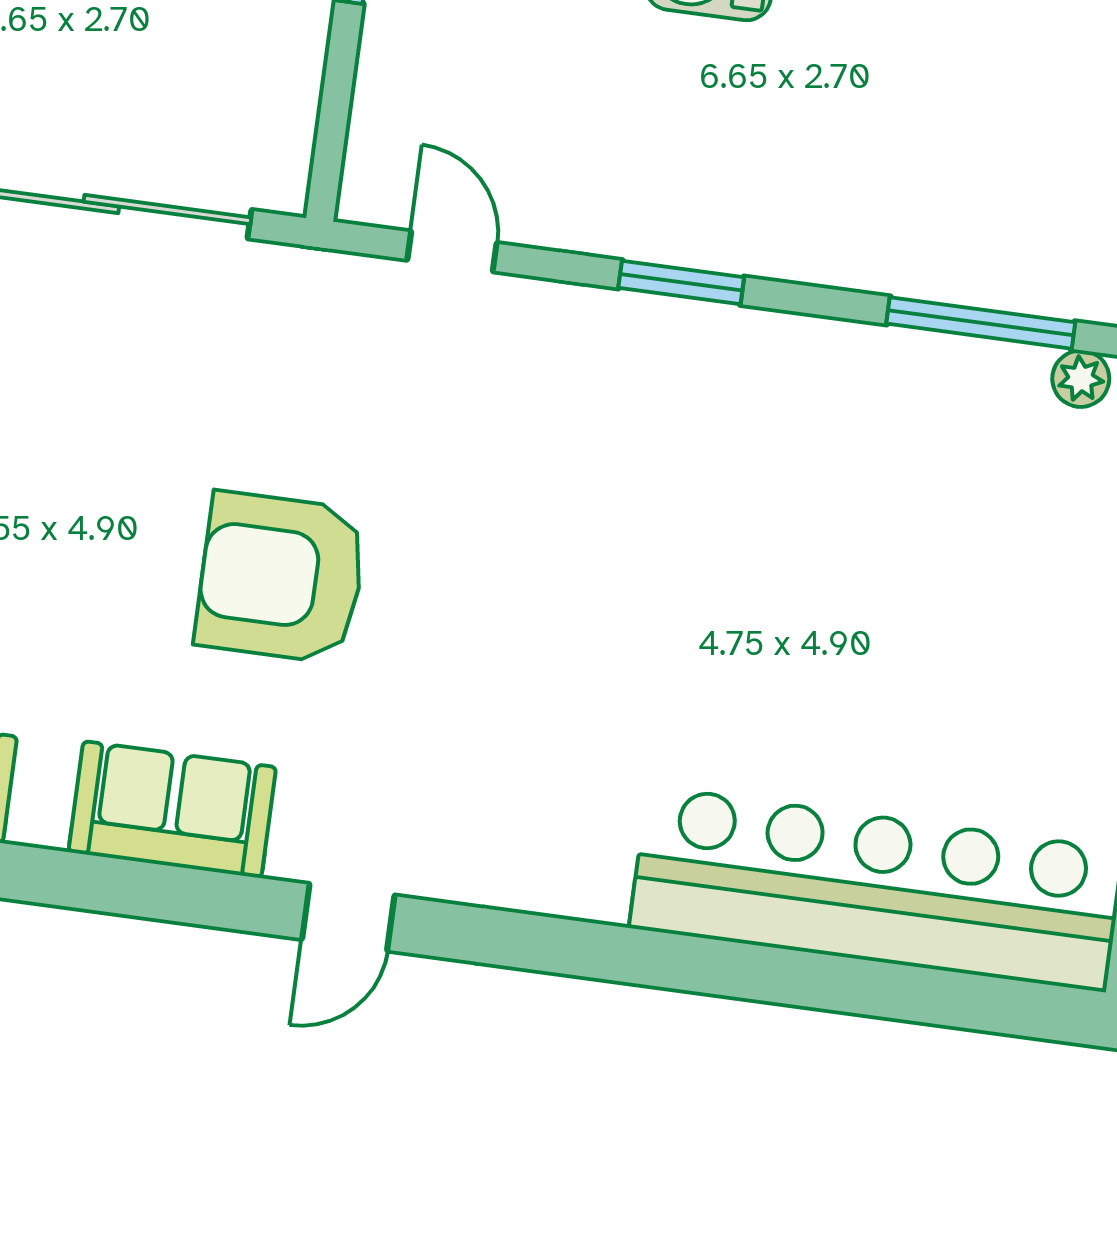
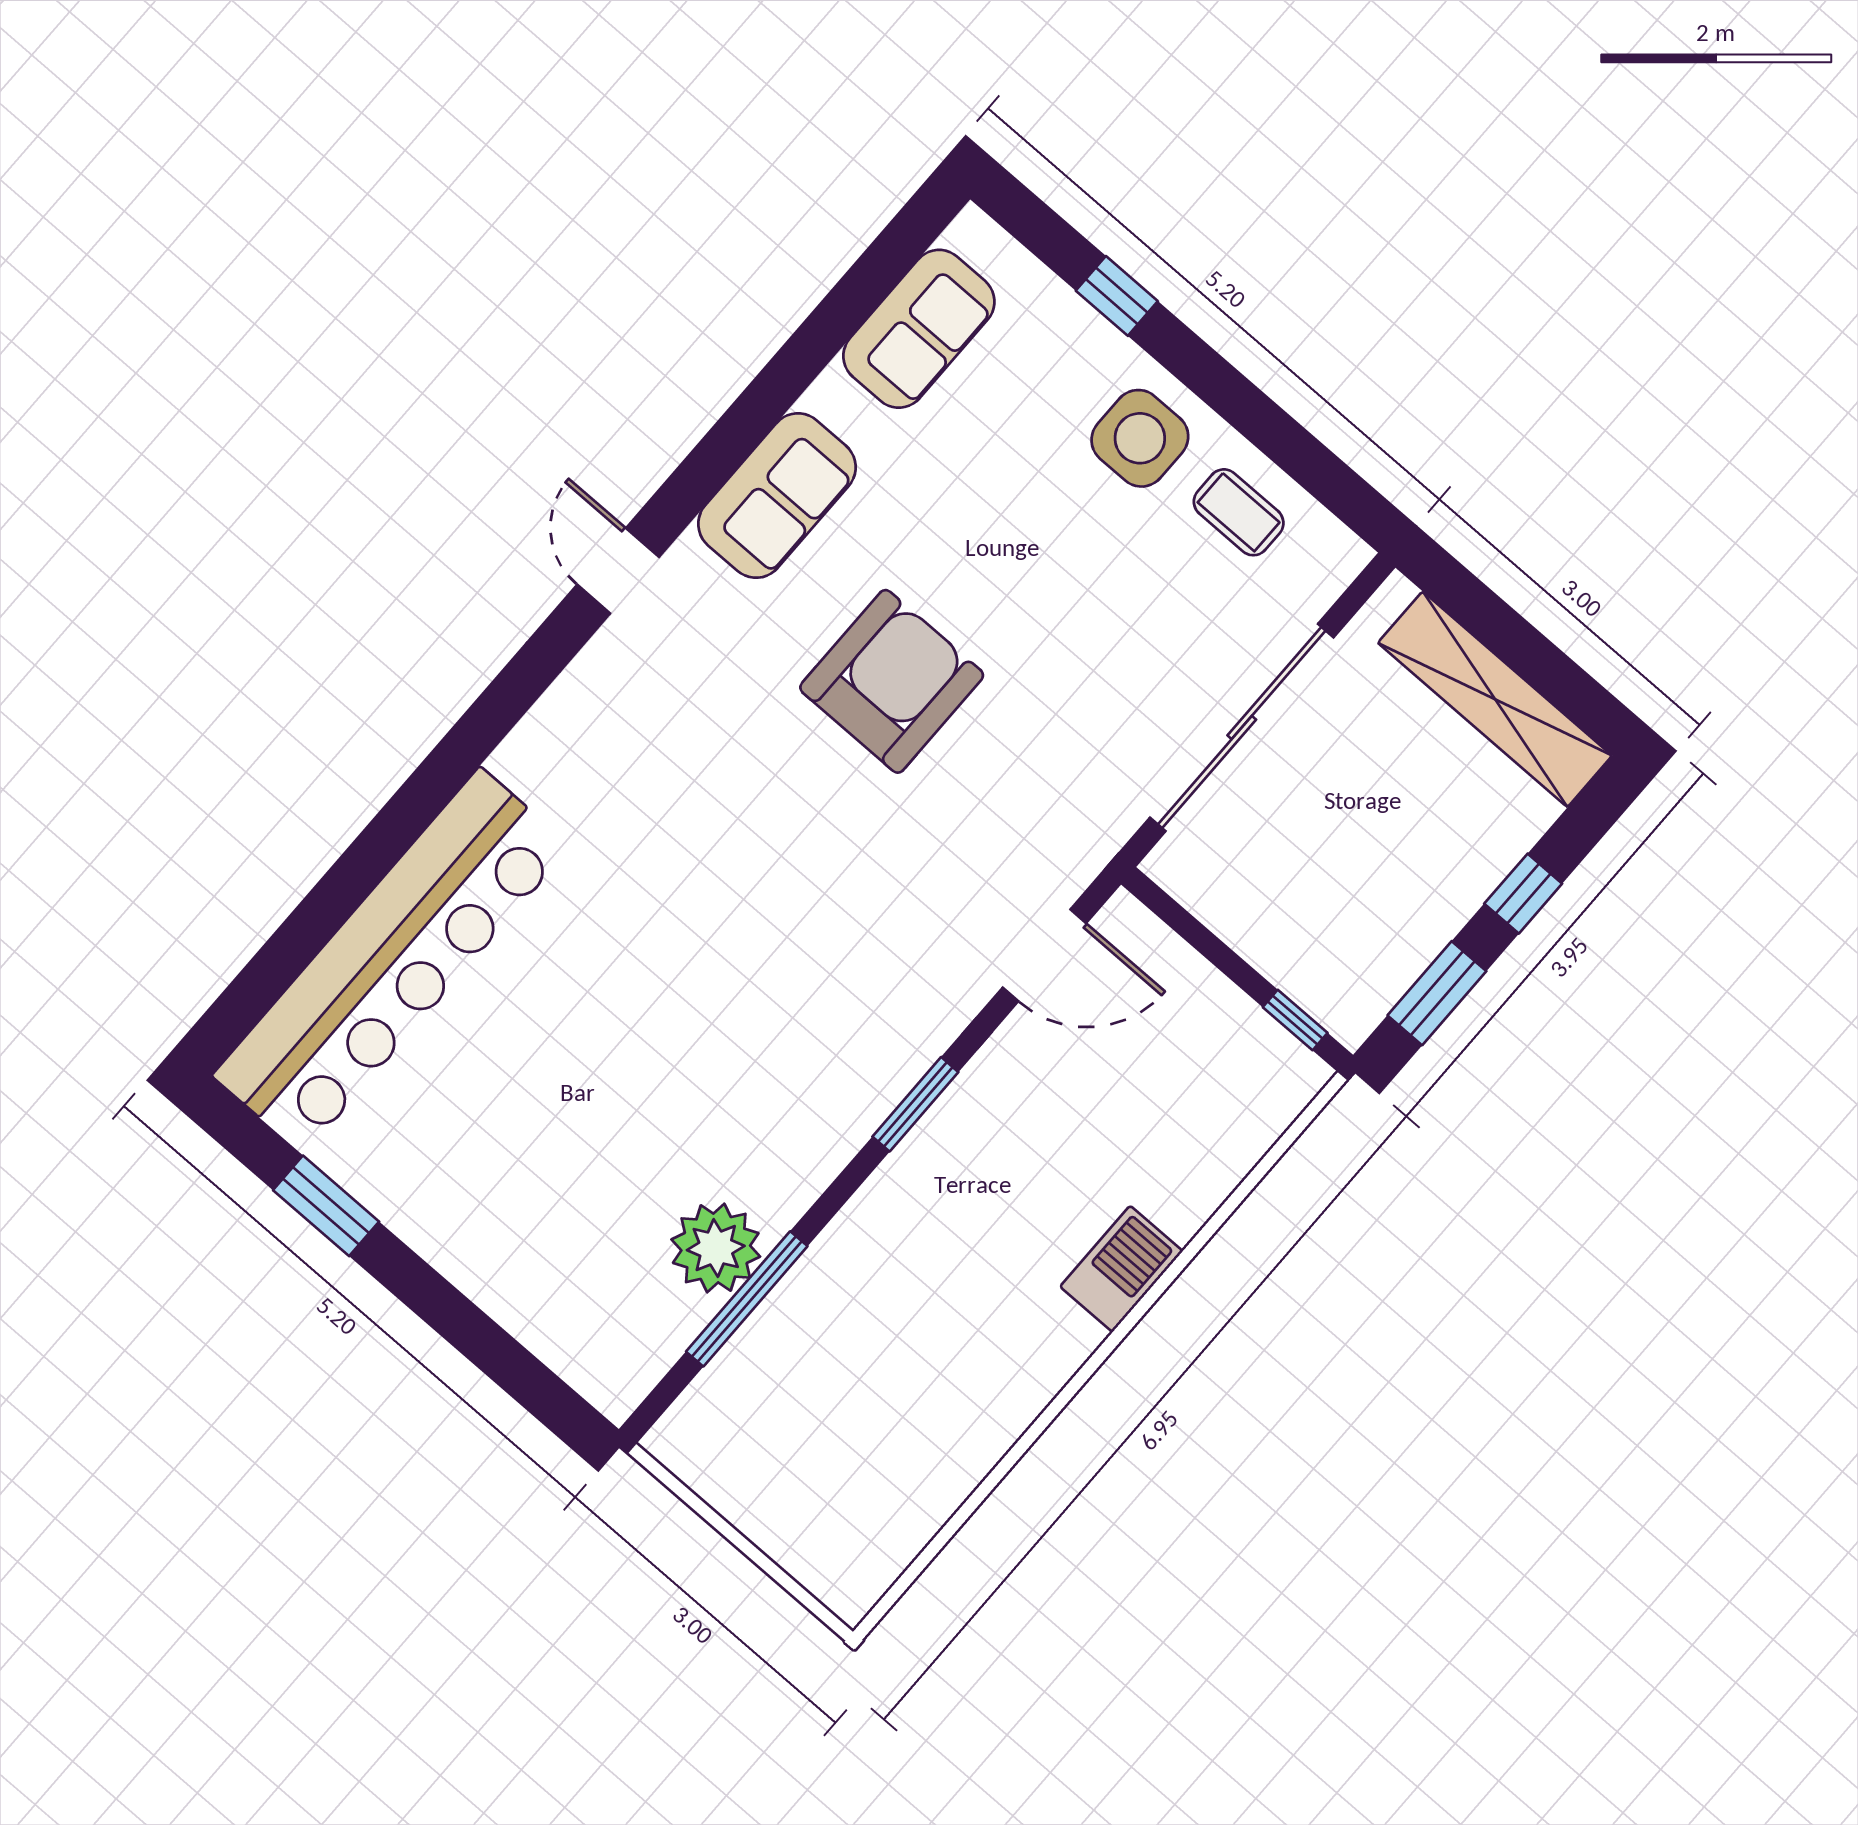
door: (452, 251) -> (1044, 955), width x1.38
plant: (1081, 379) -> (716, 1248), moved, width x1.88, depth x1.88

